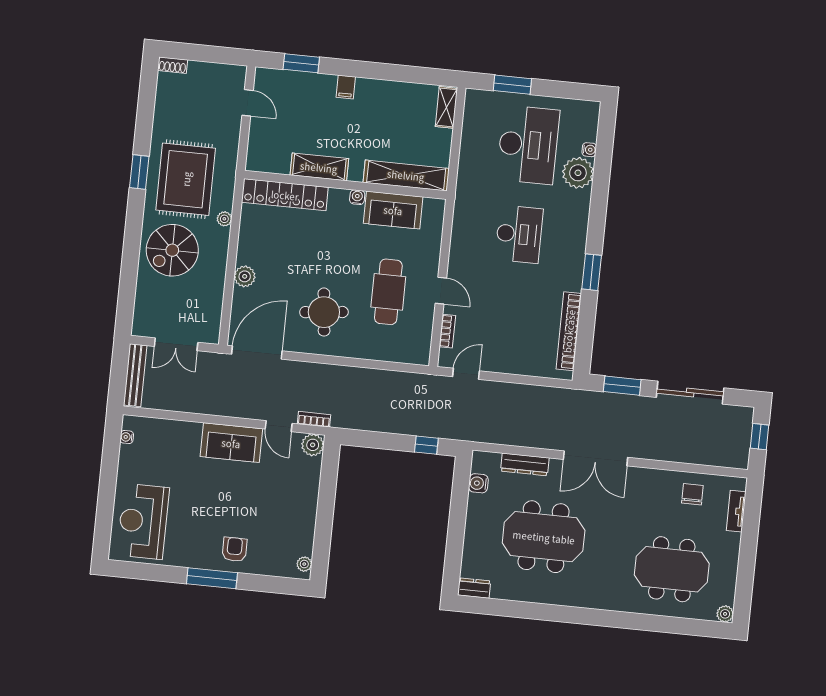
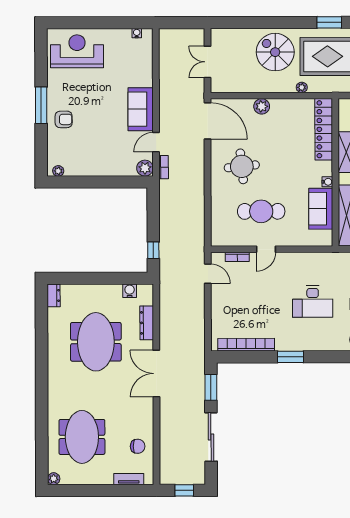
bench: (135, 375) -> (182, 35), removed

